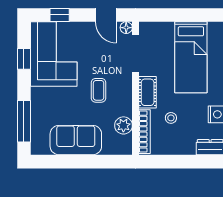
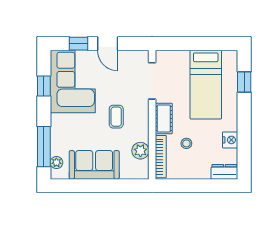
door: (106, 15) -> (108, 44), moved
floor lamp: (126, 28) -> (143, 56), removed
plant: (37, 138) -> (56, 163), added

